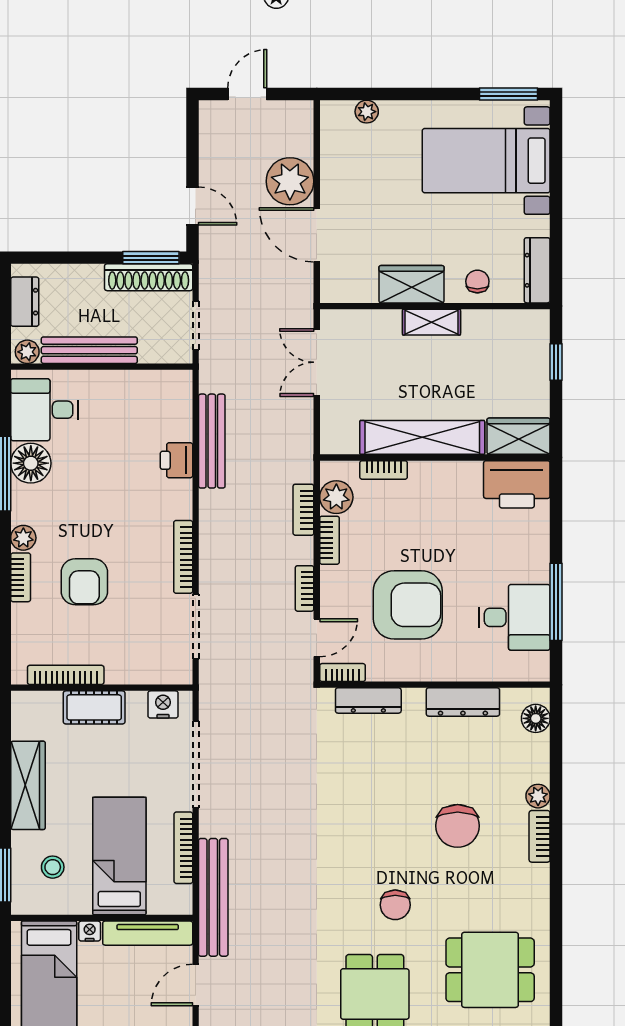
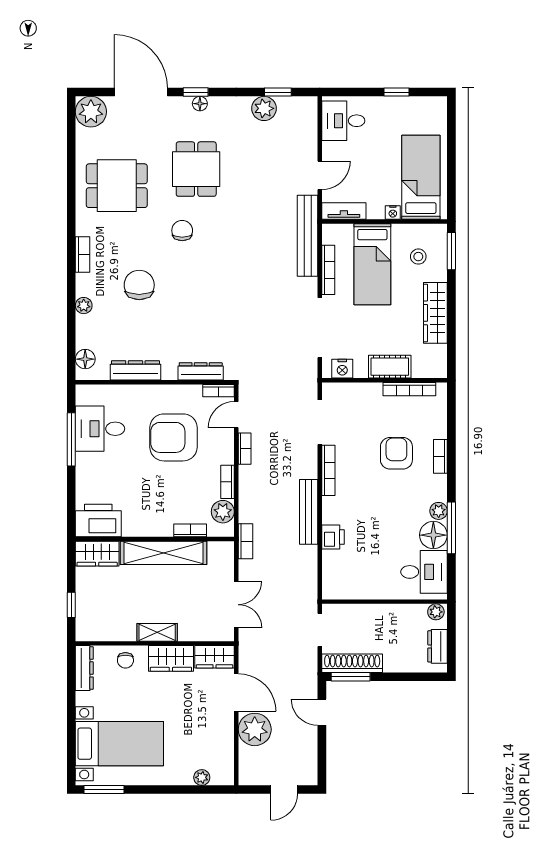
wardrobe: (348, 287) -> (215, 657), added
bench: (89, 350) -> (393, 613), removed
bench: (212, 441) -> (309, 512), moved
bookcase: (303, 510) -> (245, 541), moved
plant: (23, 538) -> (439, 511), moved
bookcase: (540, 836) -> (83, 255), moved
tv unit: (148, 933) -> (344, 211), width x0.71

